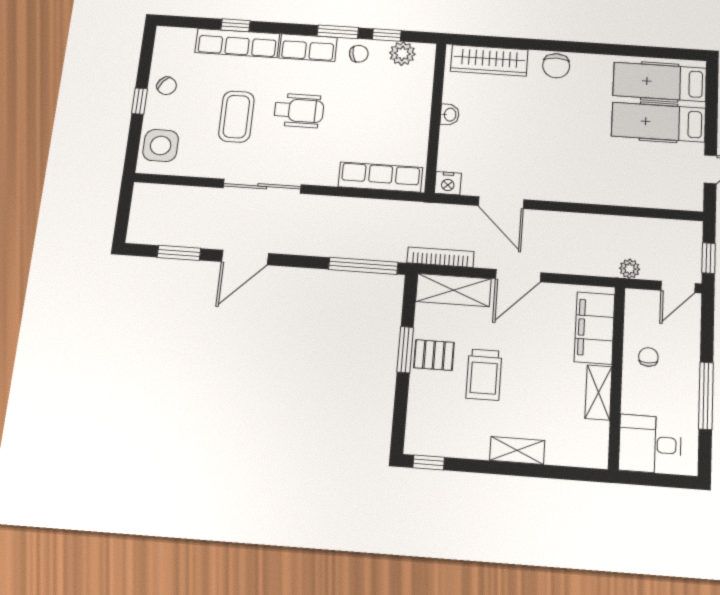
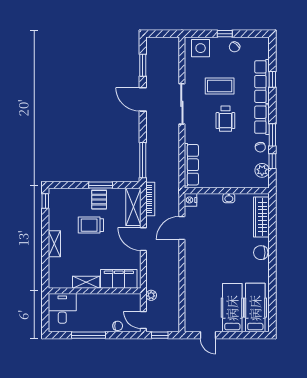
chair: (648, 357) -> (118, 326), moved

